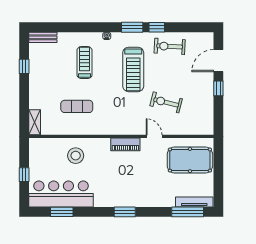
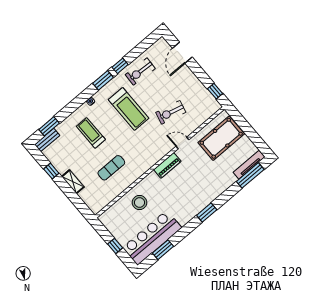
window: (54, 27) -> (49, 126), added
window: (218, 88) -> (215, 91), moved
shelving: (35, 122) -> (73, 182), moved

